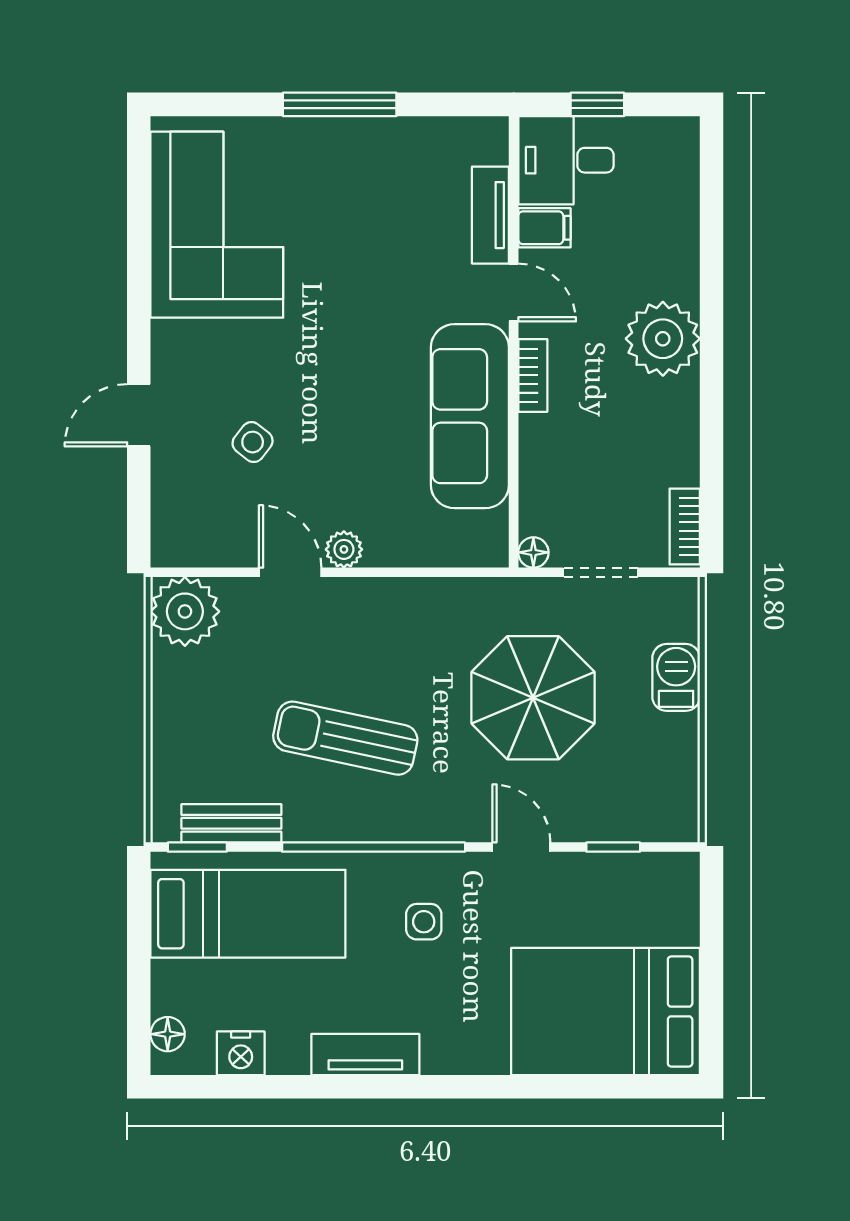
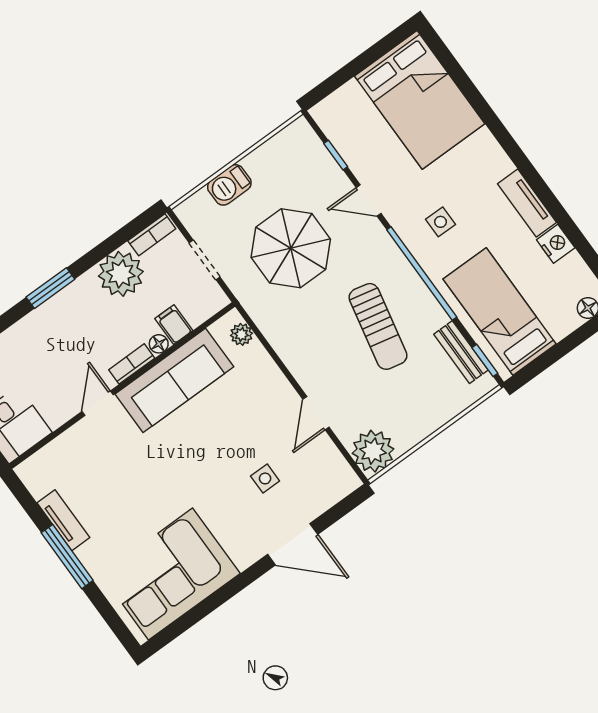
tv unit: (490, 215) -> (63, 520), moved, turned -90
filing cabinet: (544, 228) -> (174, 325), moved
plant: (663, 339) -> (121, 274), moved
window: (712, 341) -> (50, 288), added
door: (139, 415) -> (293, 544), width x1.38
side table: (253, 442) -> (265, 478), turned -38
plant: (344, 549) -> (241, 334), moved
floor lamp: (533, 552) -> (159, 344), moved
door: (521, 847) -> (369, 200), hinge flipped
nightstand: (241, 1053) -> (556, 244), moved

